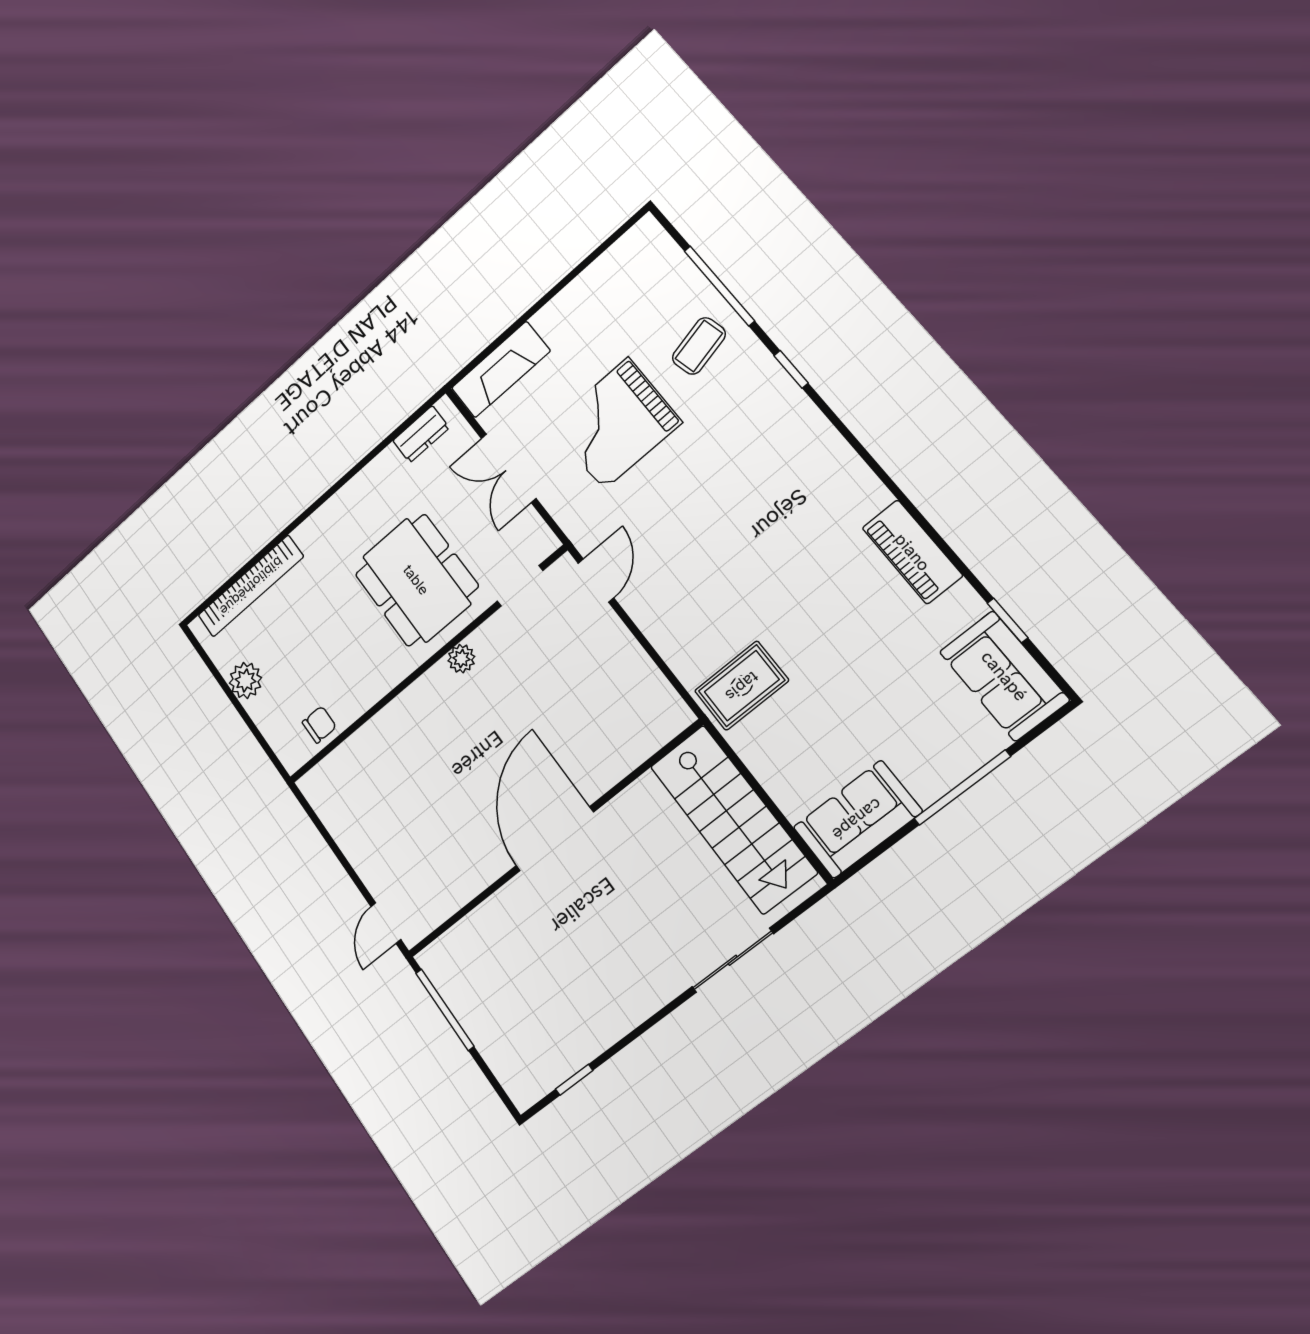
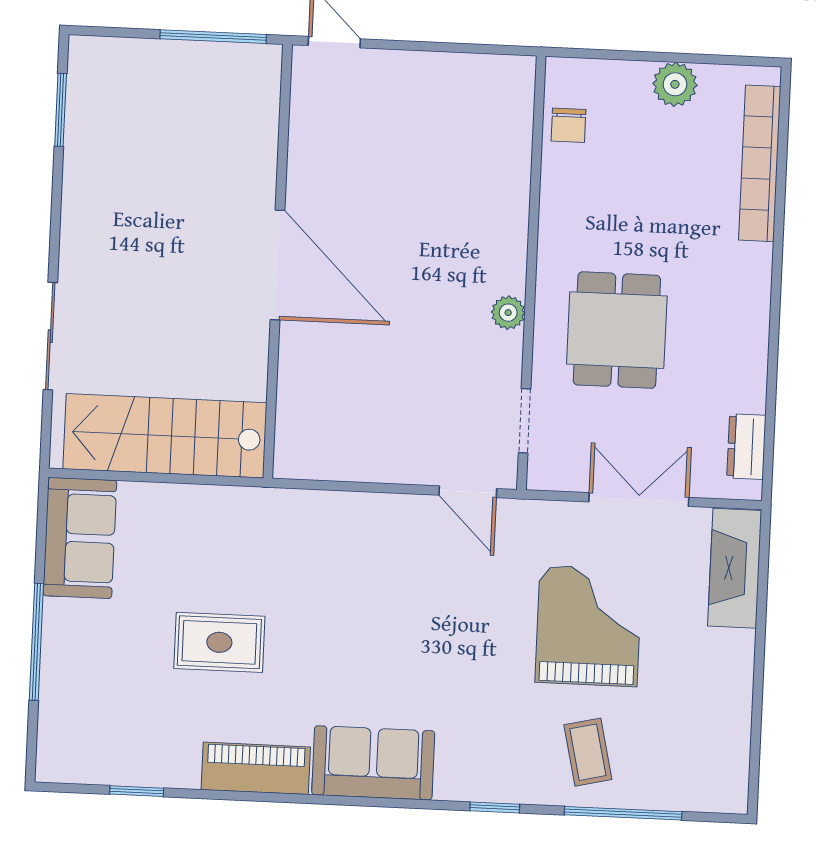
dining table: (416, 580) -> (617, 330), width x0.73
sofa: (1004, 676) -> (373, 763), moved
rug: (742, 686) -> (219, 642), moved, turned 90
window: (574, 1080) -> (61, 110), width x1.50

